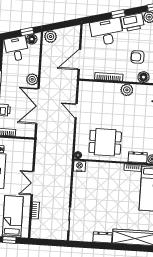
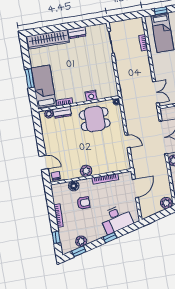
printer: (133, 22) -> (95, 233), removed
nightstand: (79, 166) -> (91, 96), moved
double door: (33, 183) -> (156, 92), moved

